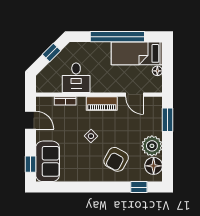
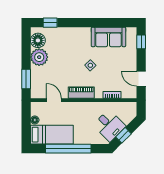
desk: (76, 78) -> (109, 126), moved, turned 135
armchair: (116, 159) -> (69, 46), removed
sofa: (48, 161) -> (108, 37), moved, turned -90

